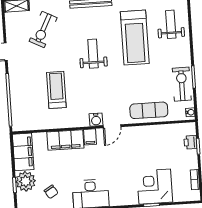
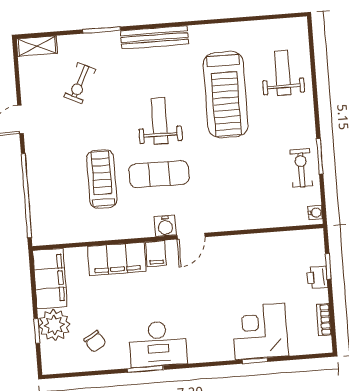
exercise bike: (43, 29) -> (80, 83), width x0.73, depth x0.72
exercise bike: (182, 84) -> (301, 168), width x0.73, depth x0.72
exercise mat: (149, 110) -> (159, 174), moved
printer: (190, 142) -> (317, 277), moved

